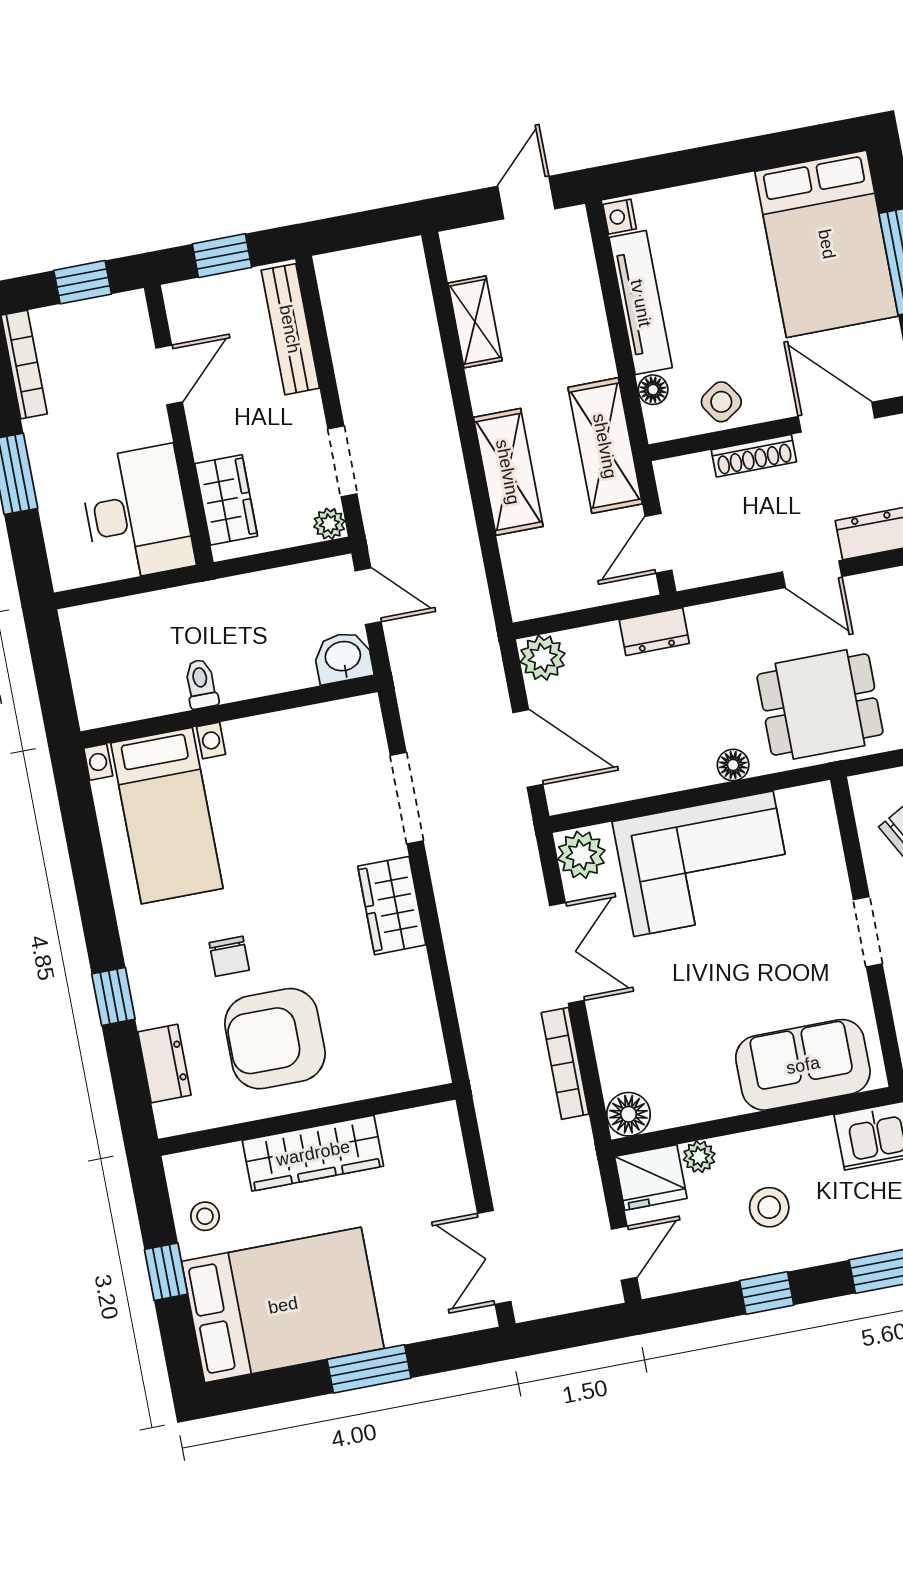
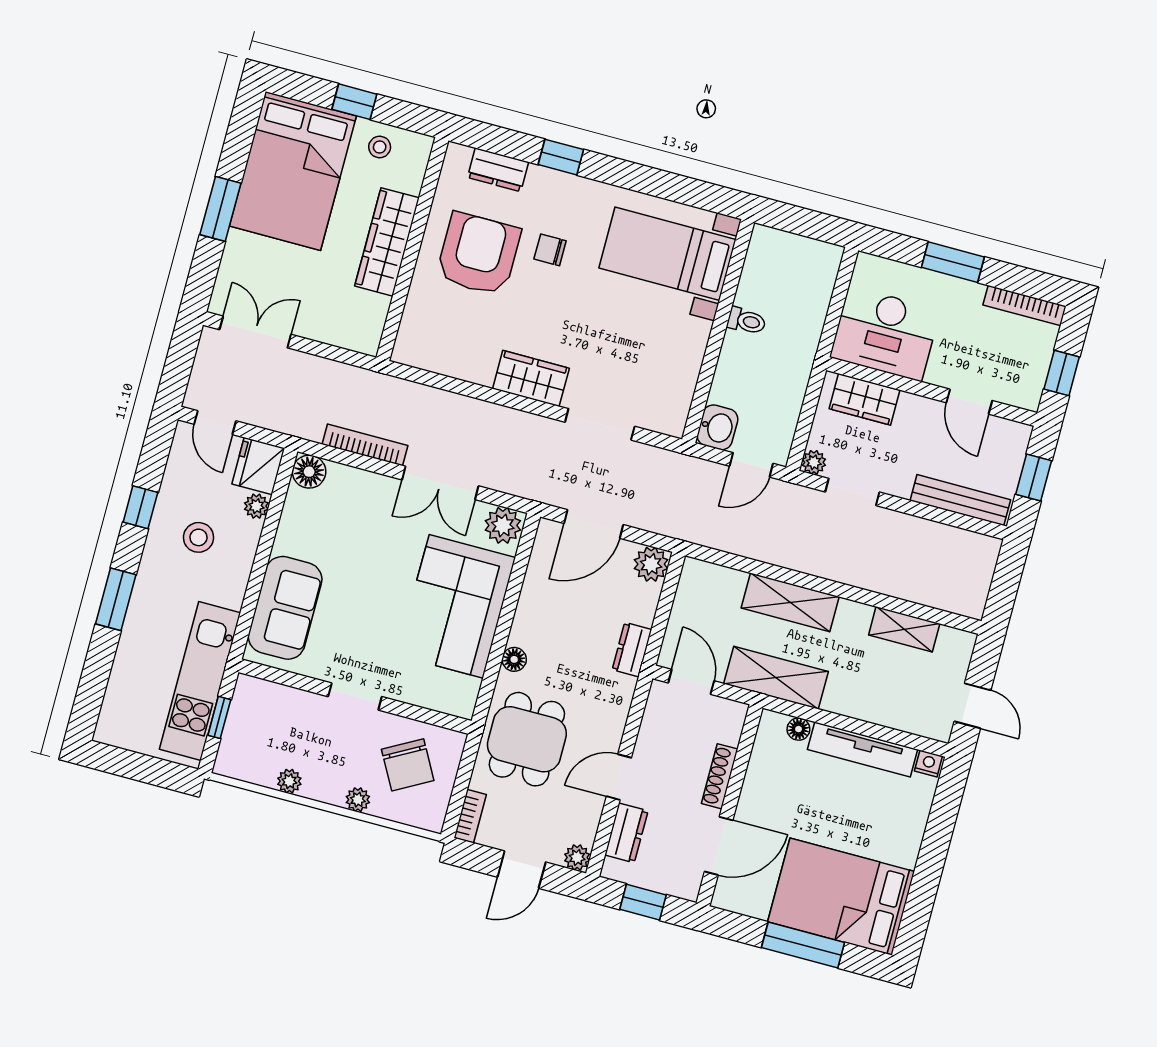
side table: (721, 402) -> (767, 772), removed

